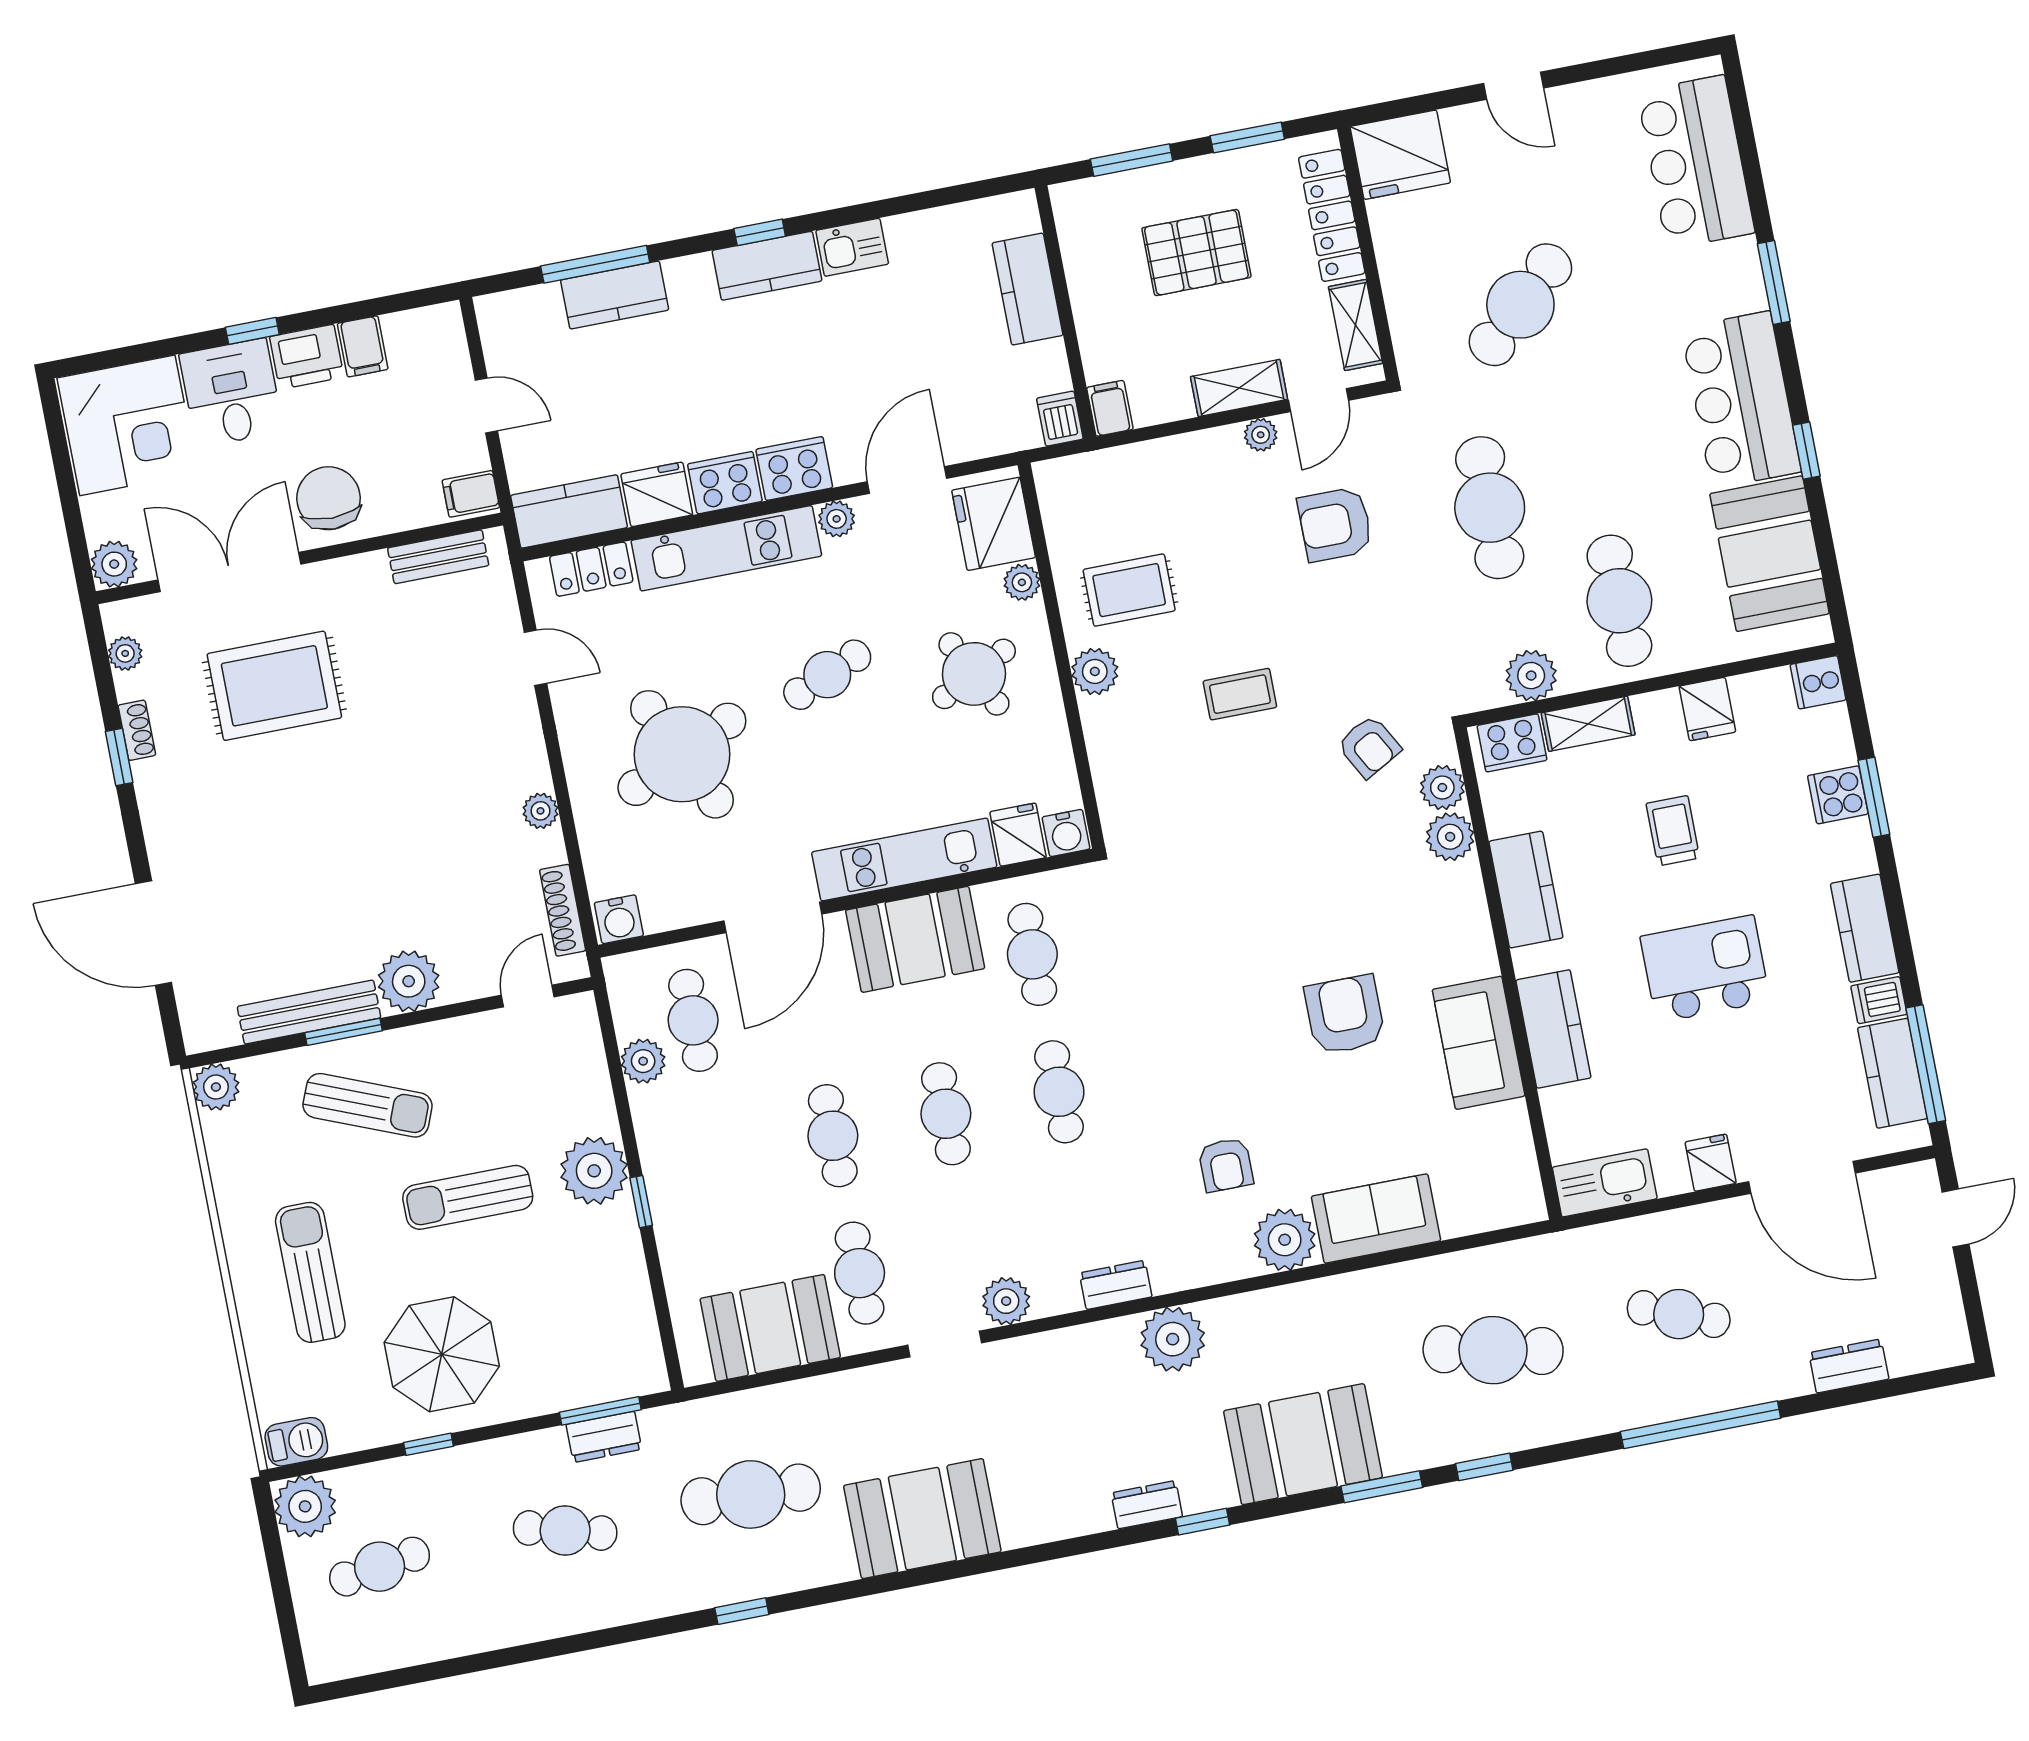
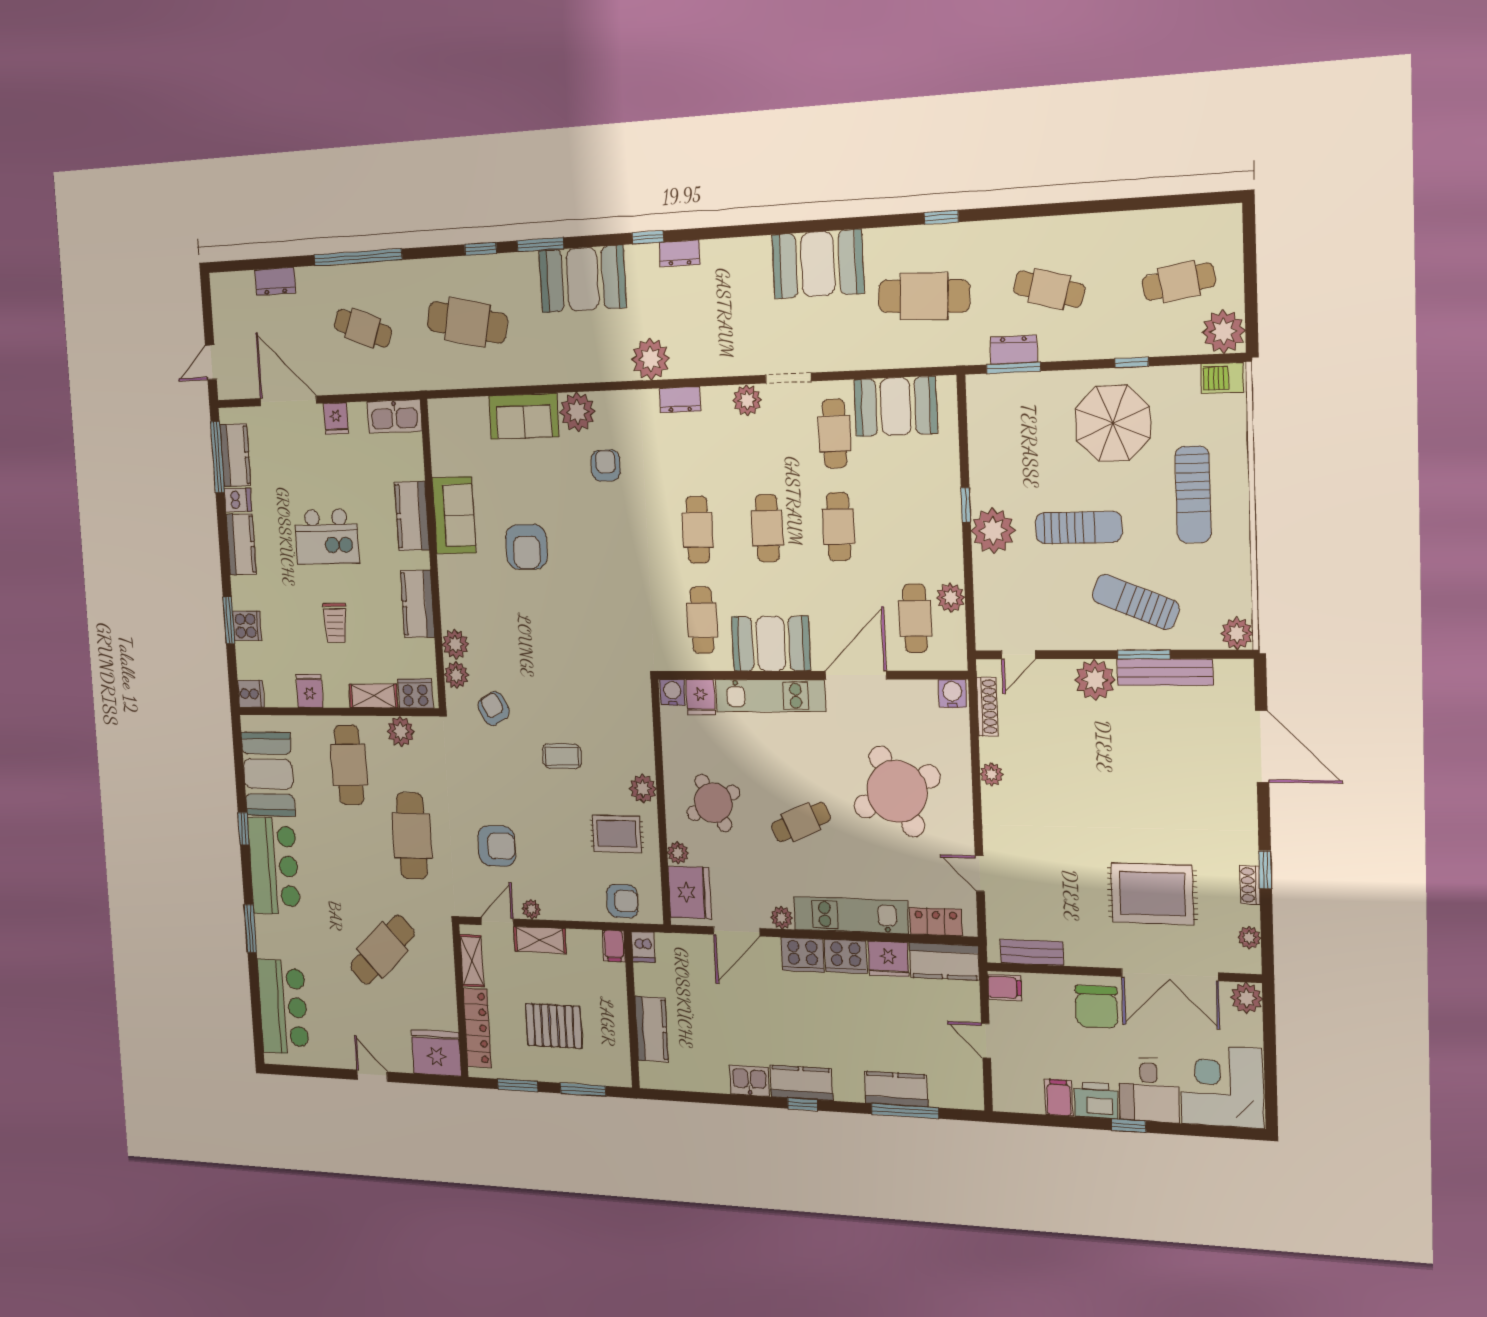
armchair: (1105, 484) -> (622, 901), added

